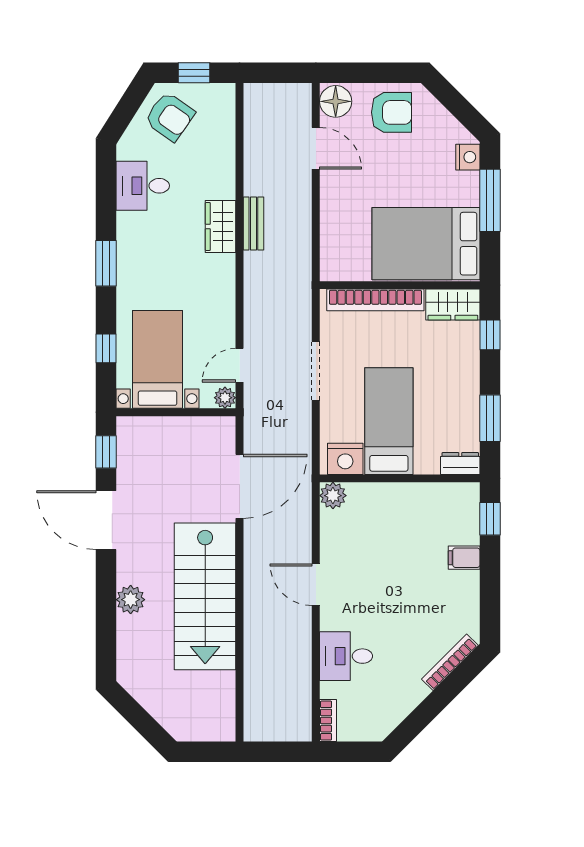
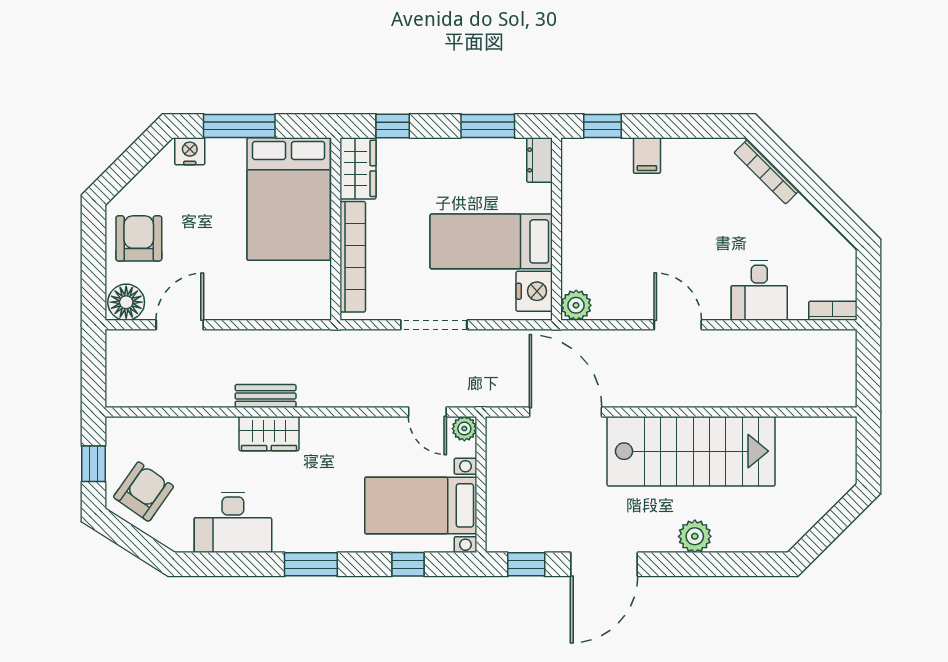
desk: (143, 186) -> (233, 522), width x1.37
door: (316, 585) -> (678, 325), swing flipped

